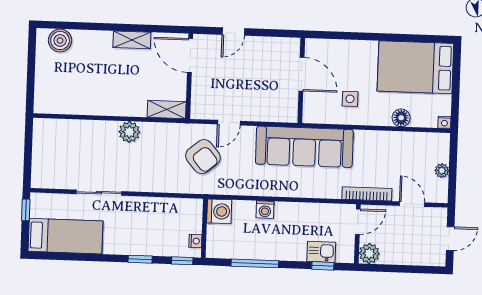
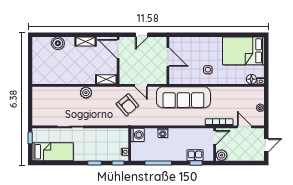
boiler: (60, 40) -> (58, 43), moved
door: (302, 74) -> (168, 57), moved
wall: (301, 80) -> (168, 60), moved
floor lamp: (401, 118) -> (251, 79), moved
door: (229, 123) -> (141, 85), hinge flipped

